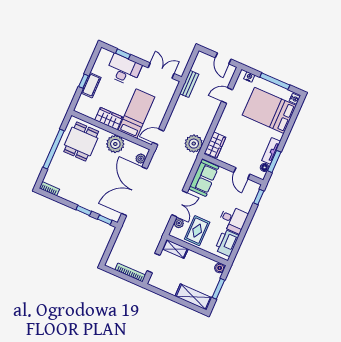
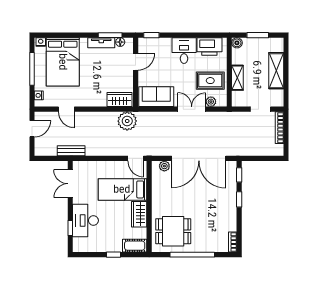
cot: (91, 85) -> (135, 246), moved
plant: (115, 144) -> (161, 197), removed
shelving: (175, 249) -> (237, 78), moved
shelving: (193, 297) -> (276, 71), moved

